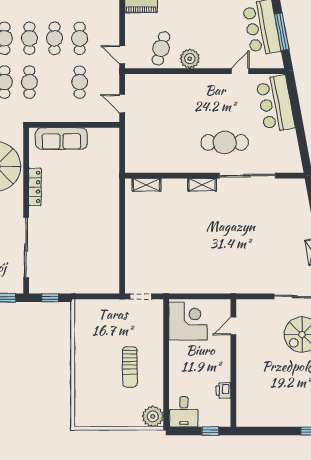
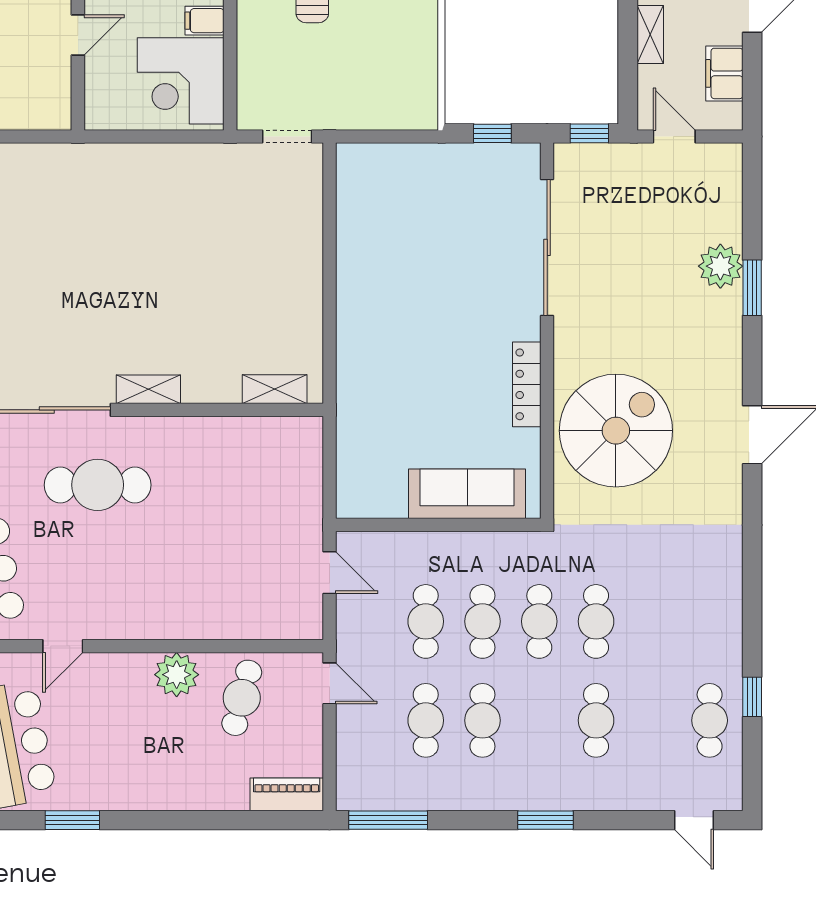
cafe table: (29, 38) -> (482, 621), moved
door: (233, 326) -> (78, 35), moved
filing cabinet: (177, 348) -> (204, 21), added

